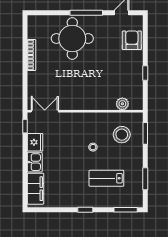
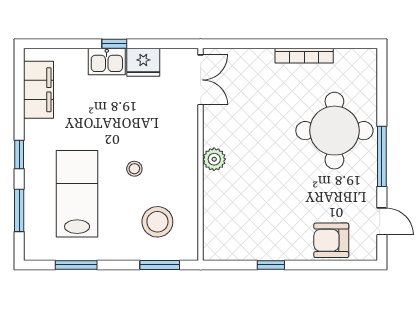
armchair: (132, 40) -> (331, 240), turned 180
plant: (122, 104) -> (214, 159), moved
window: (25, 126) -> (114, 44), moved
lab bench: (106, 178) -> (77, 194), width x1.36, depth x1.39
filing cabinet: (36, 189) -> (38, 90), moved, turned -90
window: (126, 210) -> (19, 210), moved

